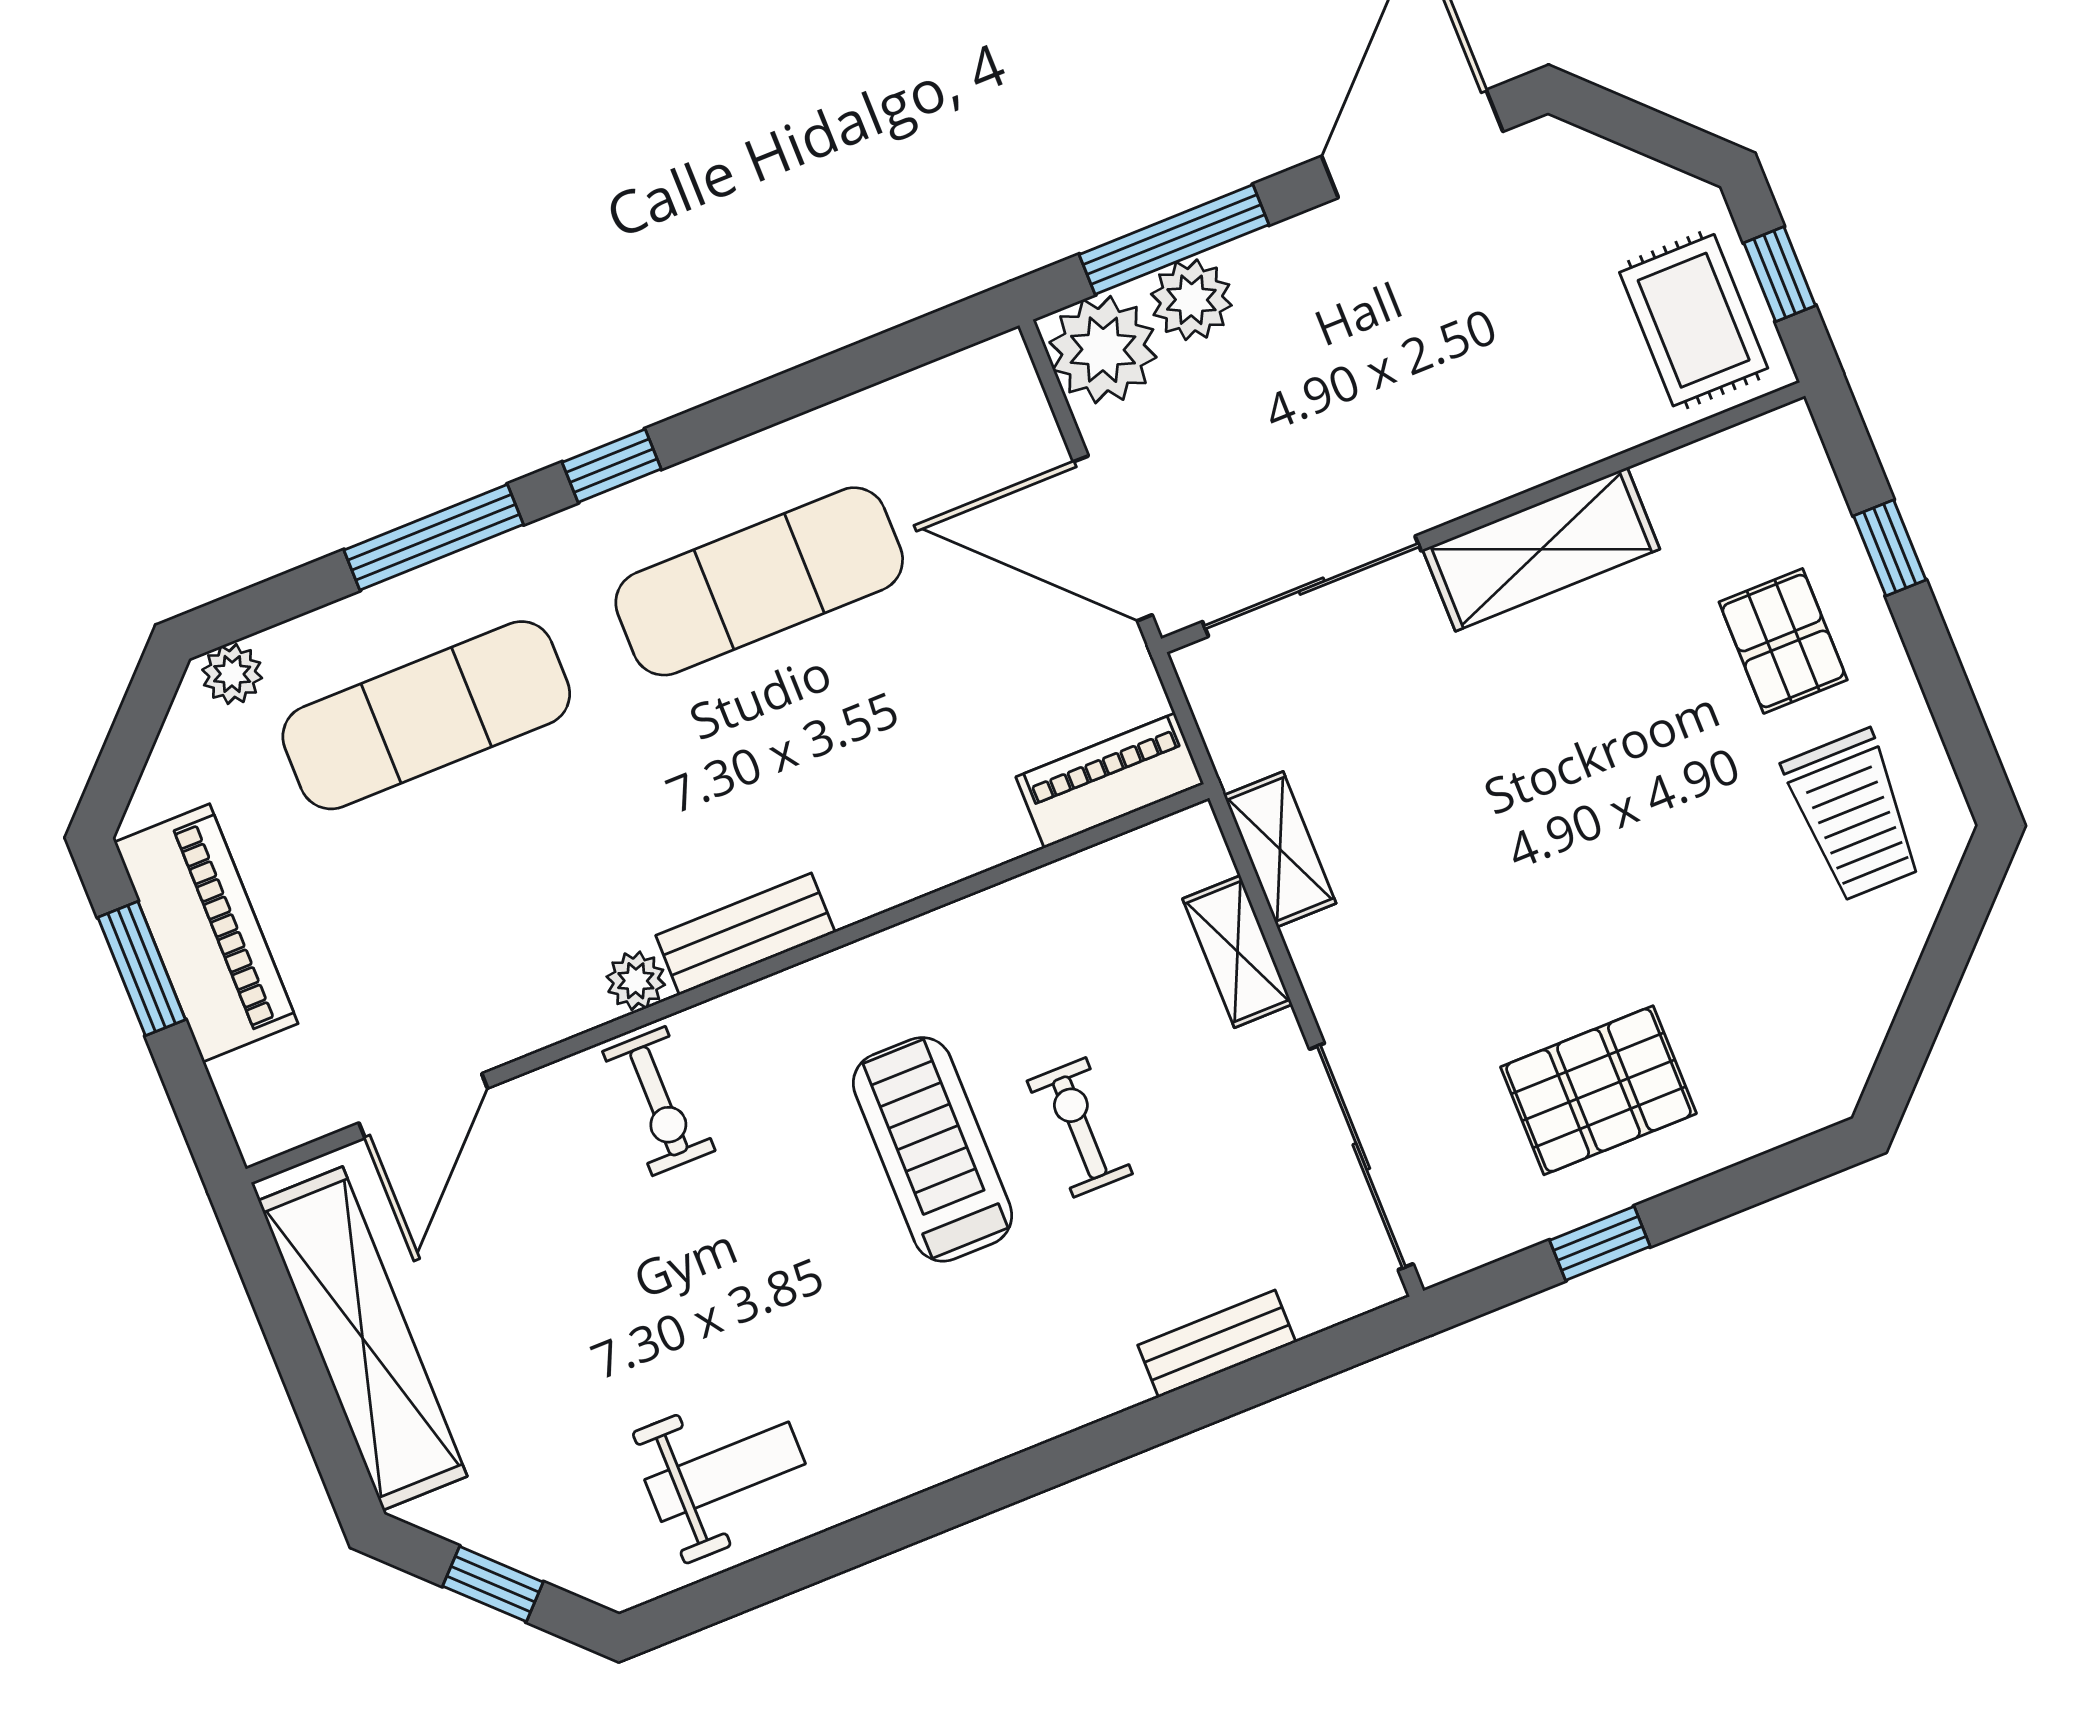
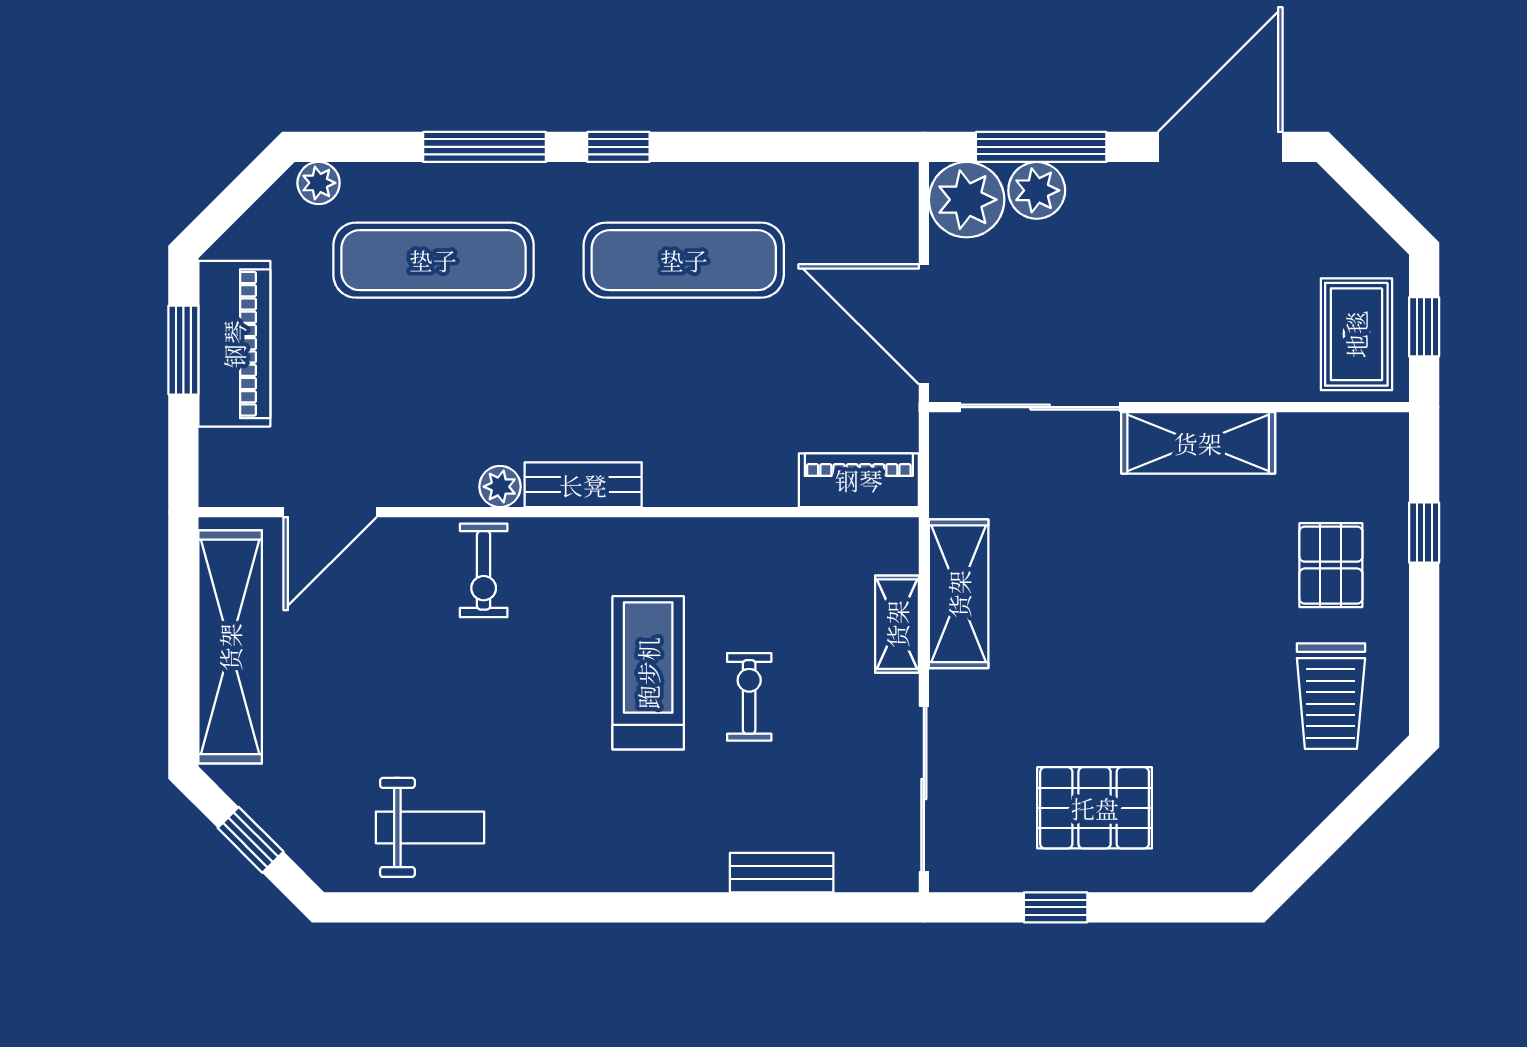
shelving: (1280, 849) -> (959, 594), width x1.50, depth x1.33

